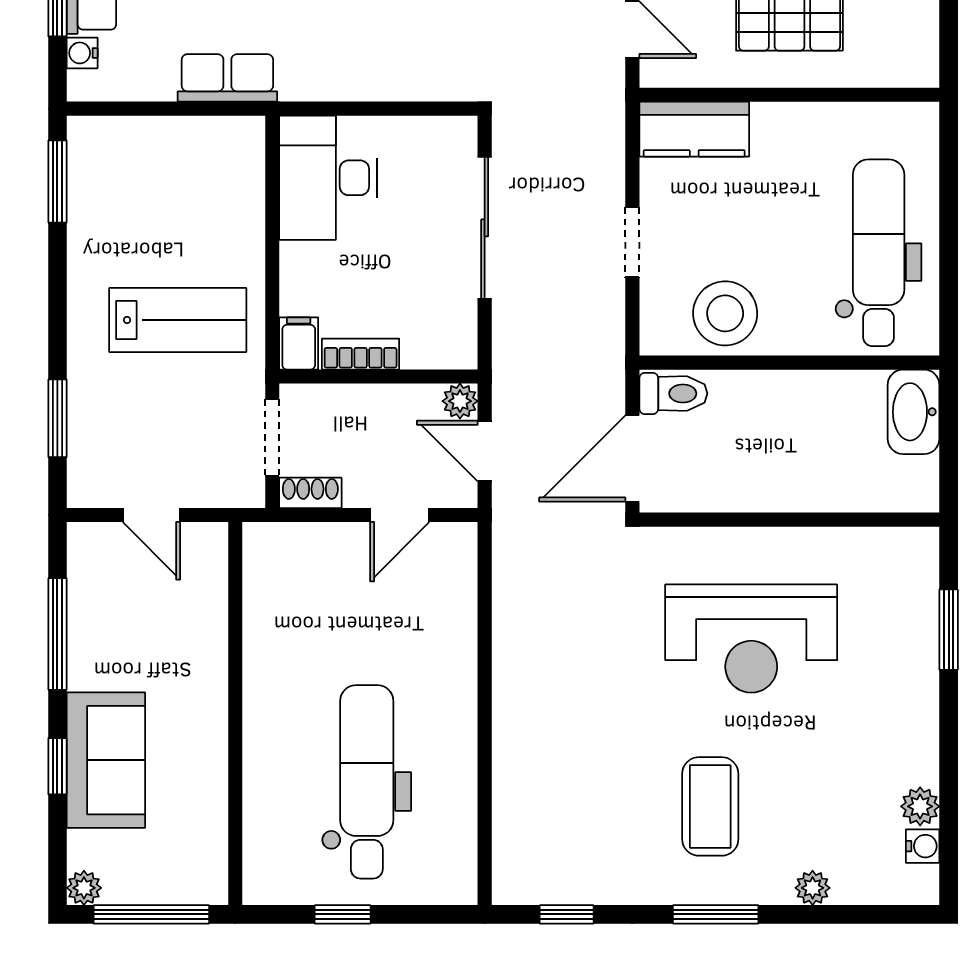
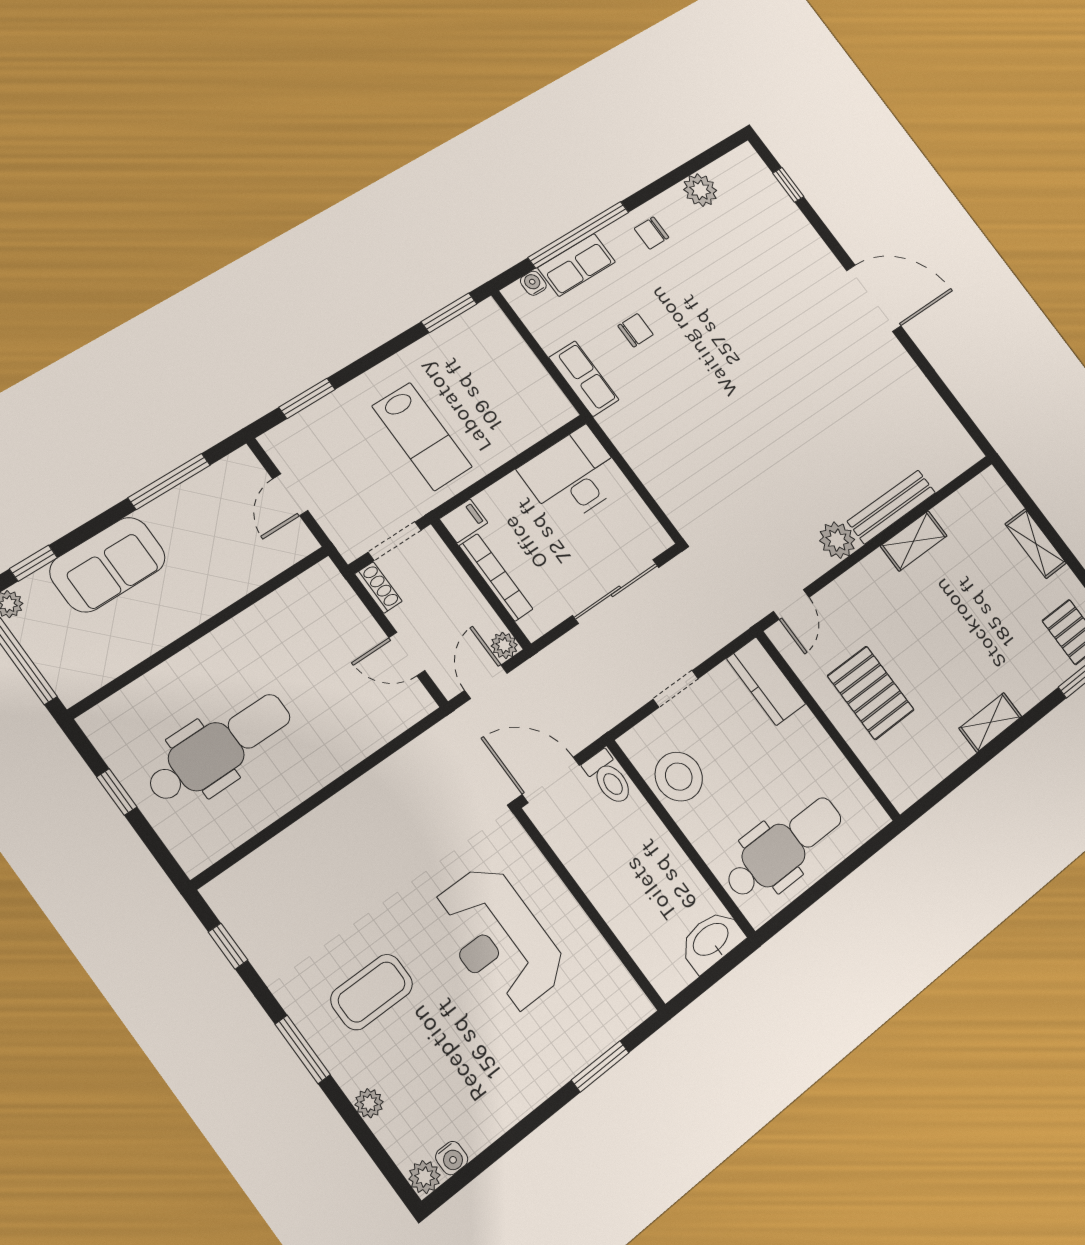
bookcase: (361, 354) -> (496, 577), width x1.56
window: (57, 766) -> (33, 563), moved
plant: (920, 806) -> (424, 1177), moved

